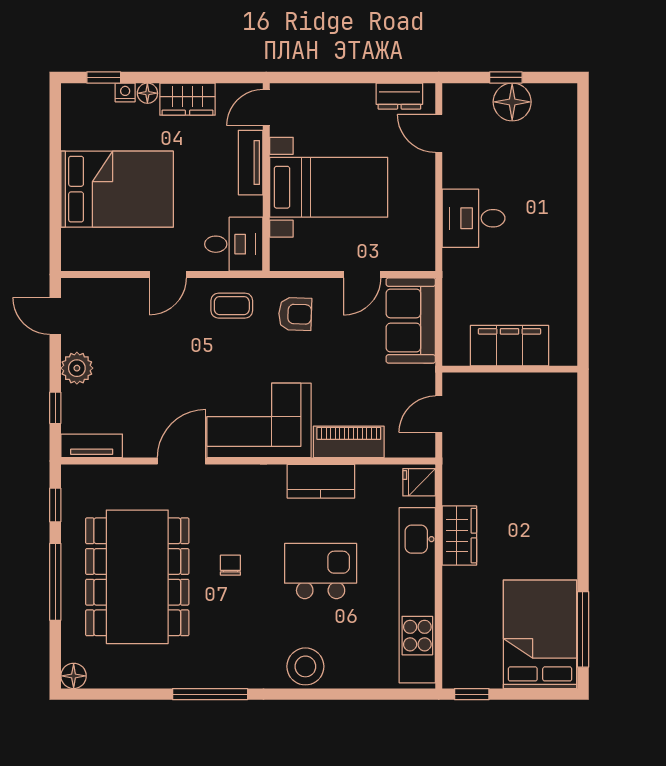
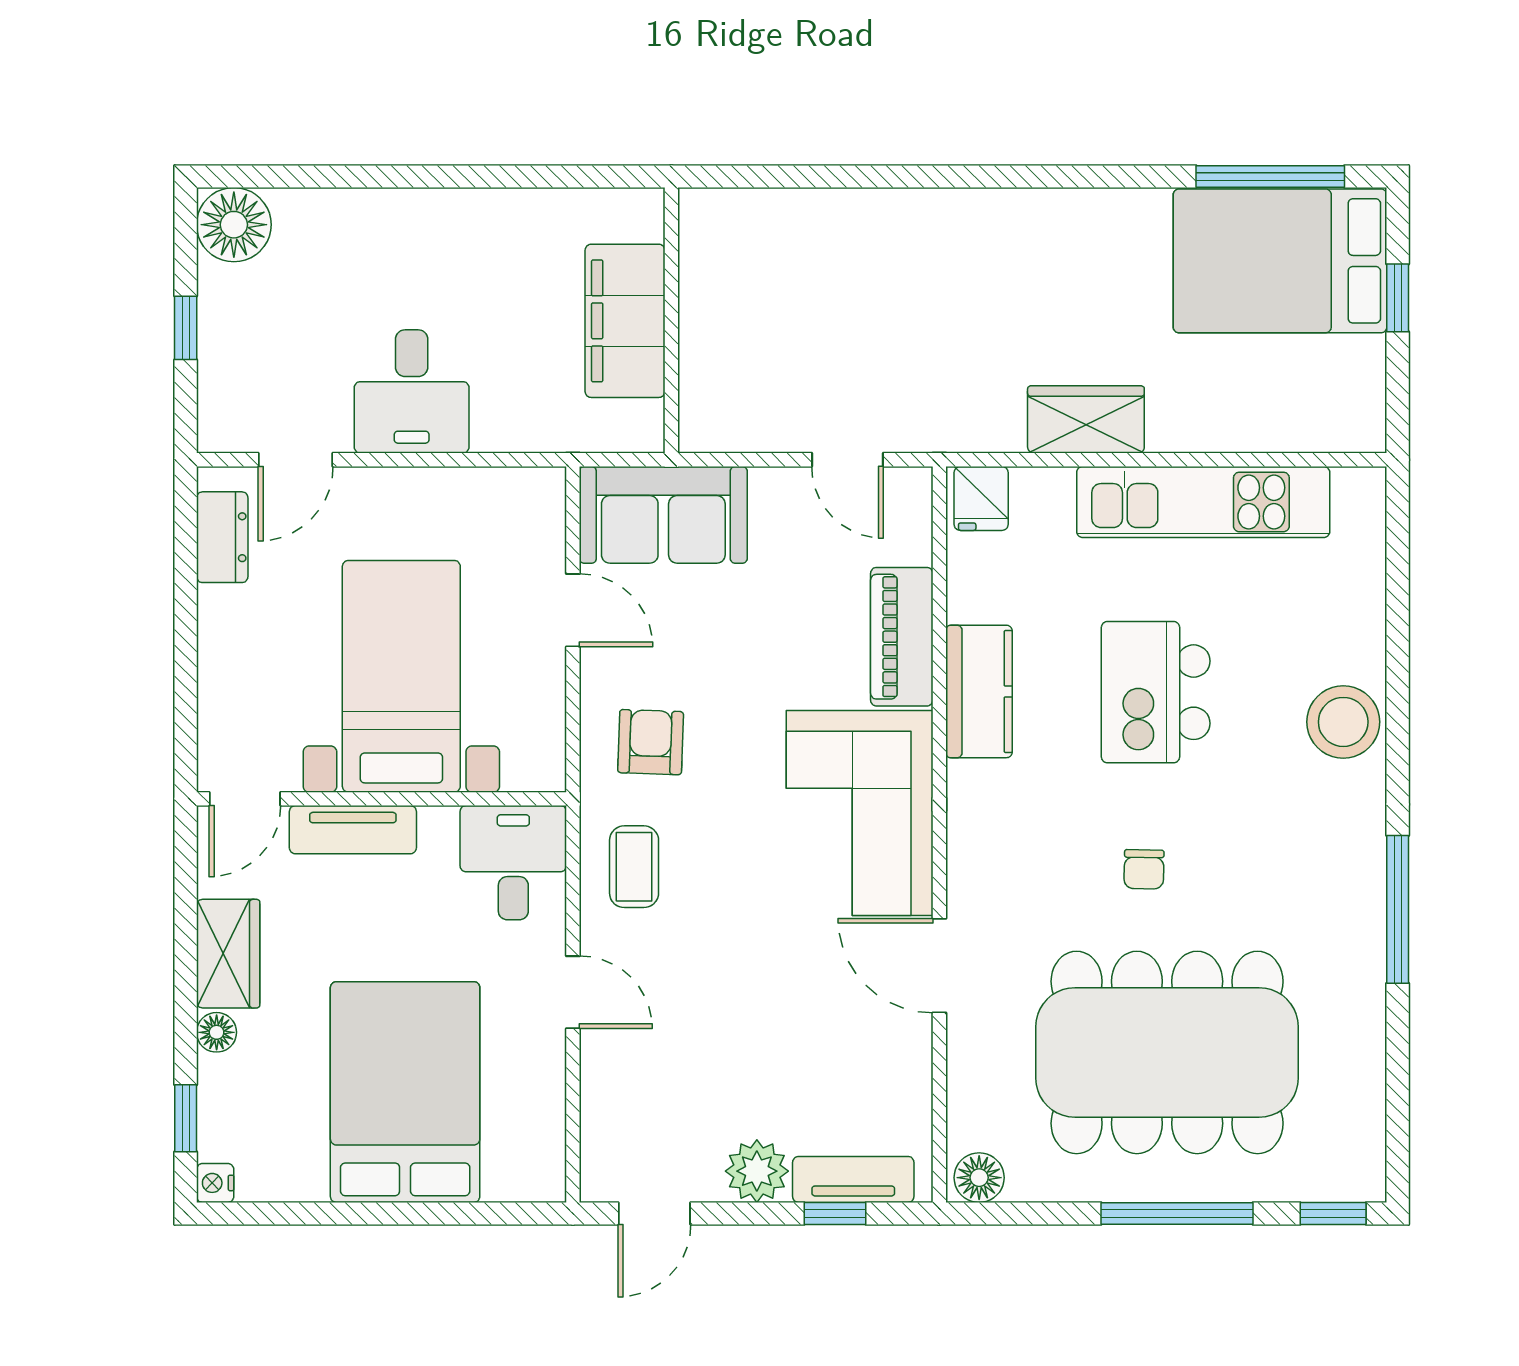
nightstand: (125, 92) -> (215, 1183), moved
floor lamp: (512, 102) -> (234, 225), moved
door: (266, 108) -> (245, 799), hinge flipped
desk: (474, 218) -> (412, 391), moved
filing cabinet: (509, 346) -> (625, 321), moved
wall: (510, 369) -> (671, 320), moved
tv unit: (92, 446) -> (853, 1179), moved, turned 90
window: (55, 505) -> (1333, 1213), moved
chair: (230, 565) -> (1144, 869), turned -89
kitchen unit: (417, 595) -> (1203, 502), width x0.73
floor lamp: (74, 676) -> (979, 1178), moved
window: (472, 694) -> (1398, 298), moved

